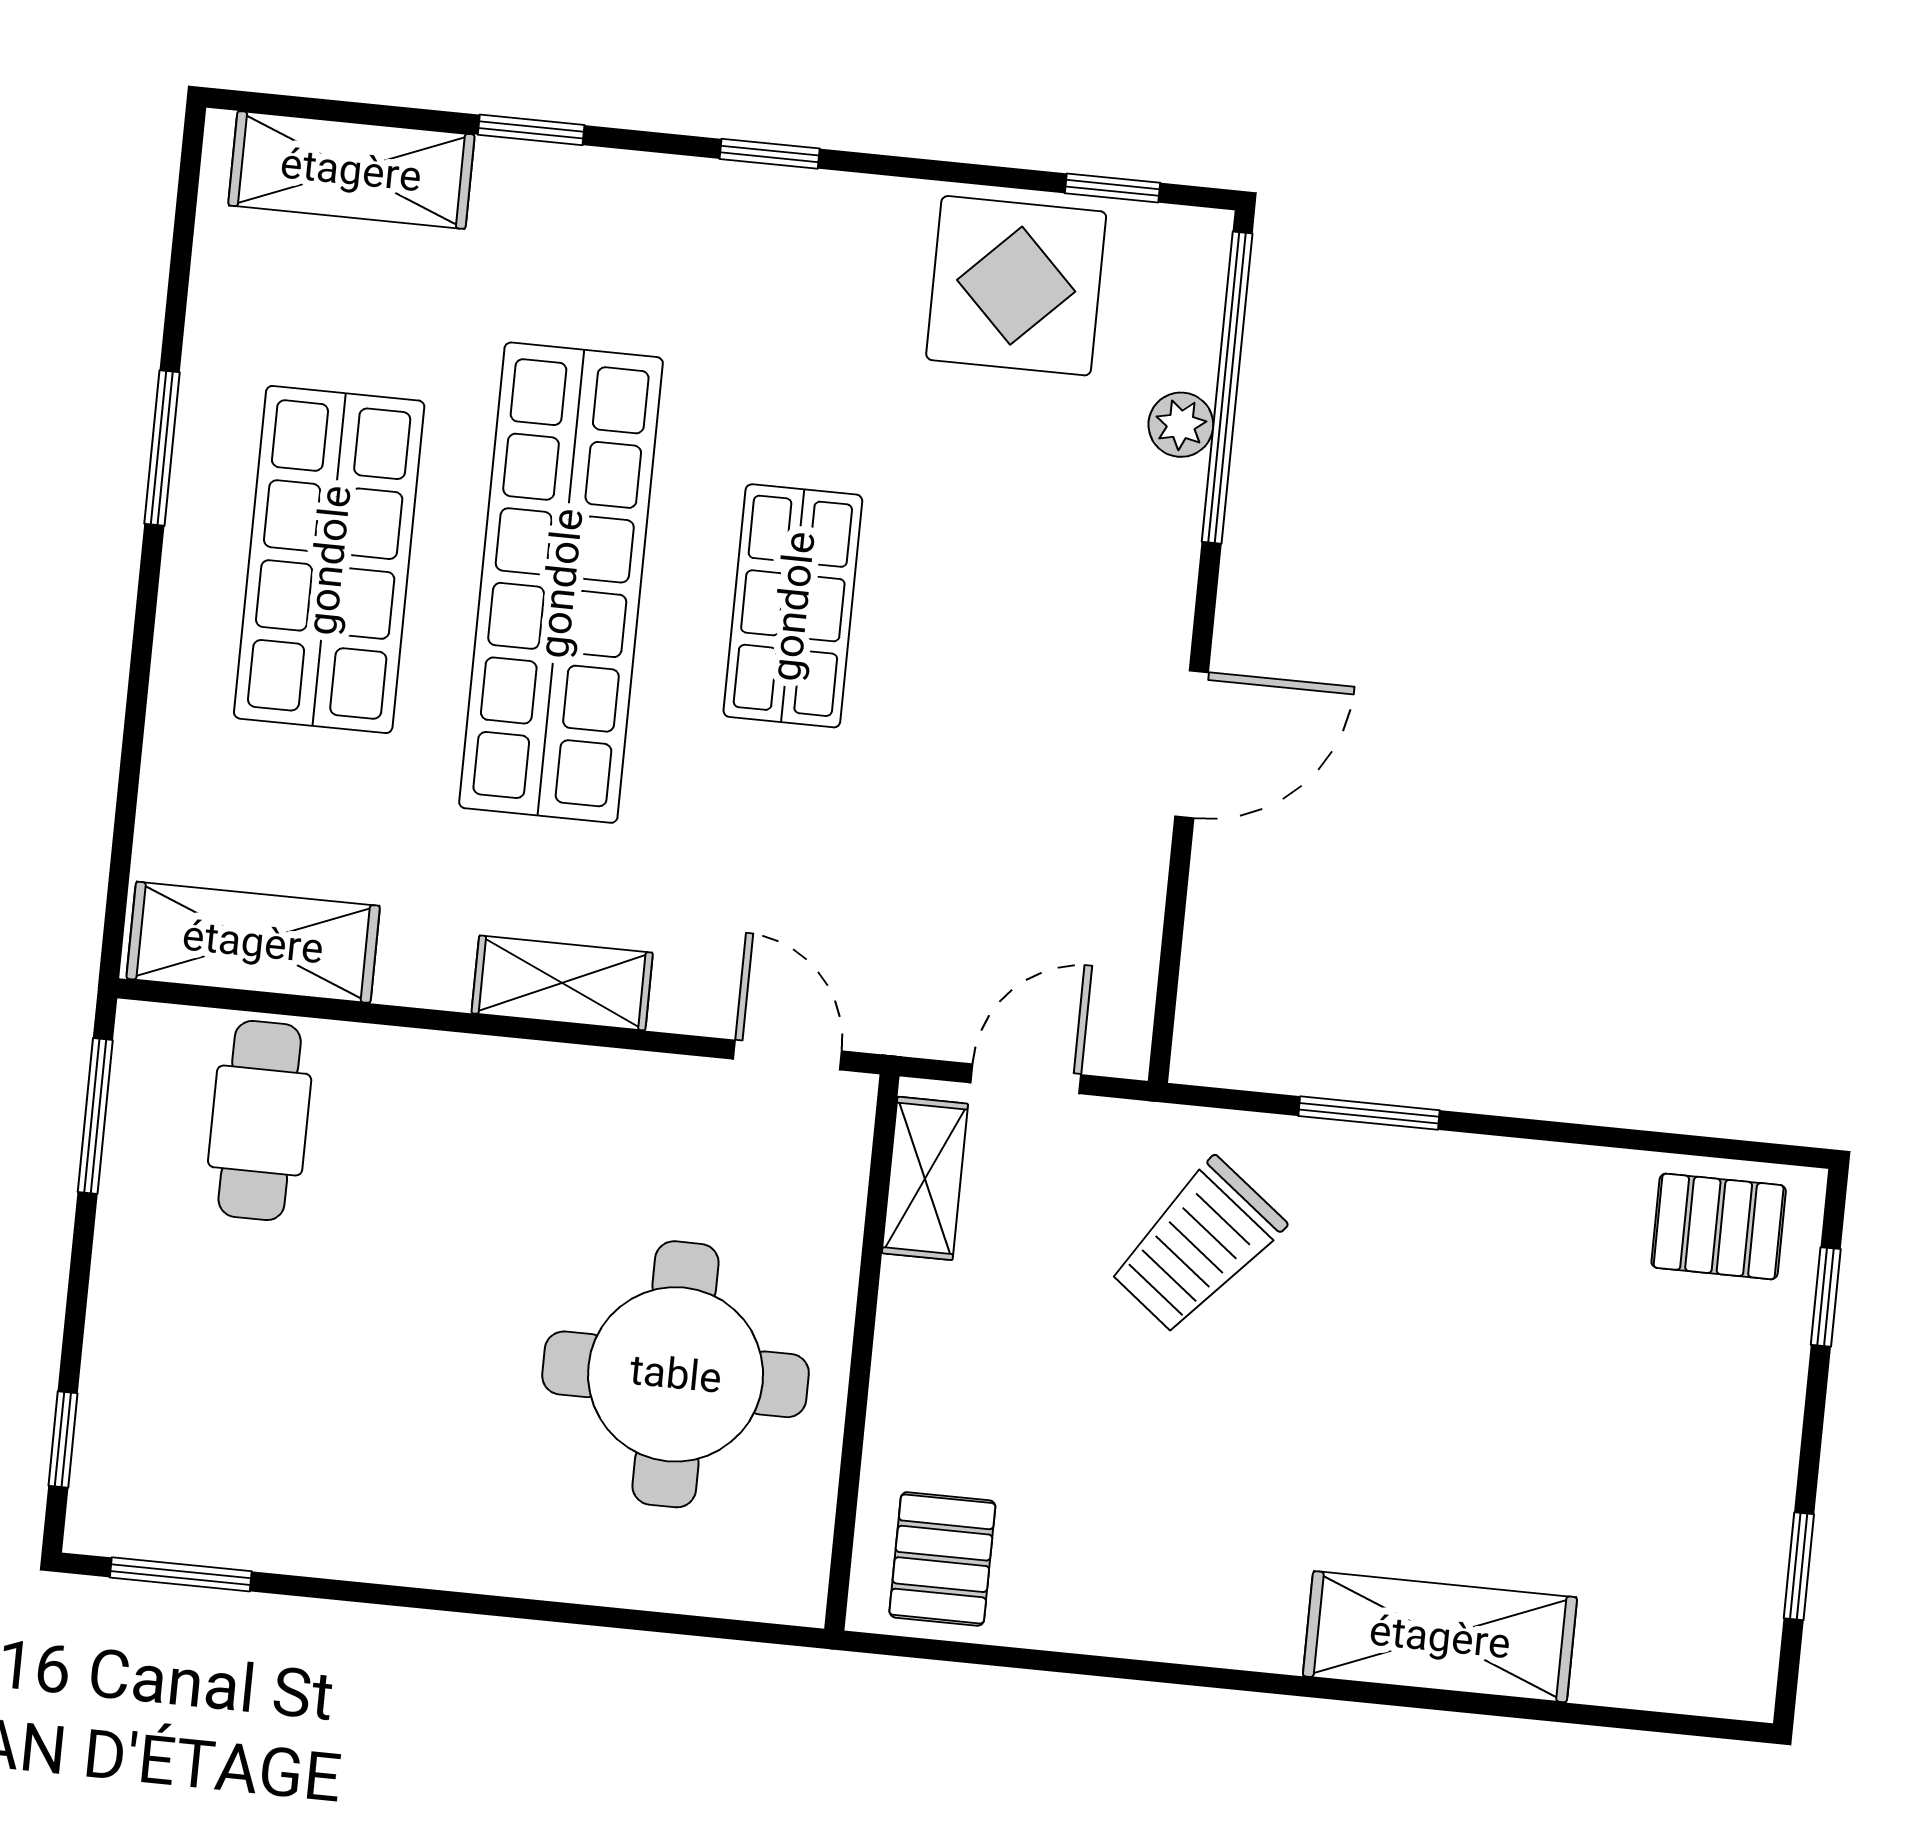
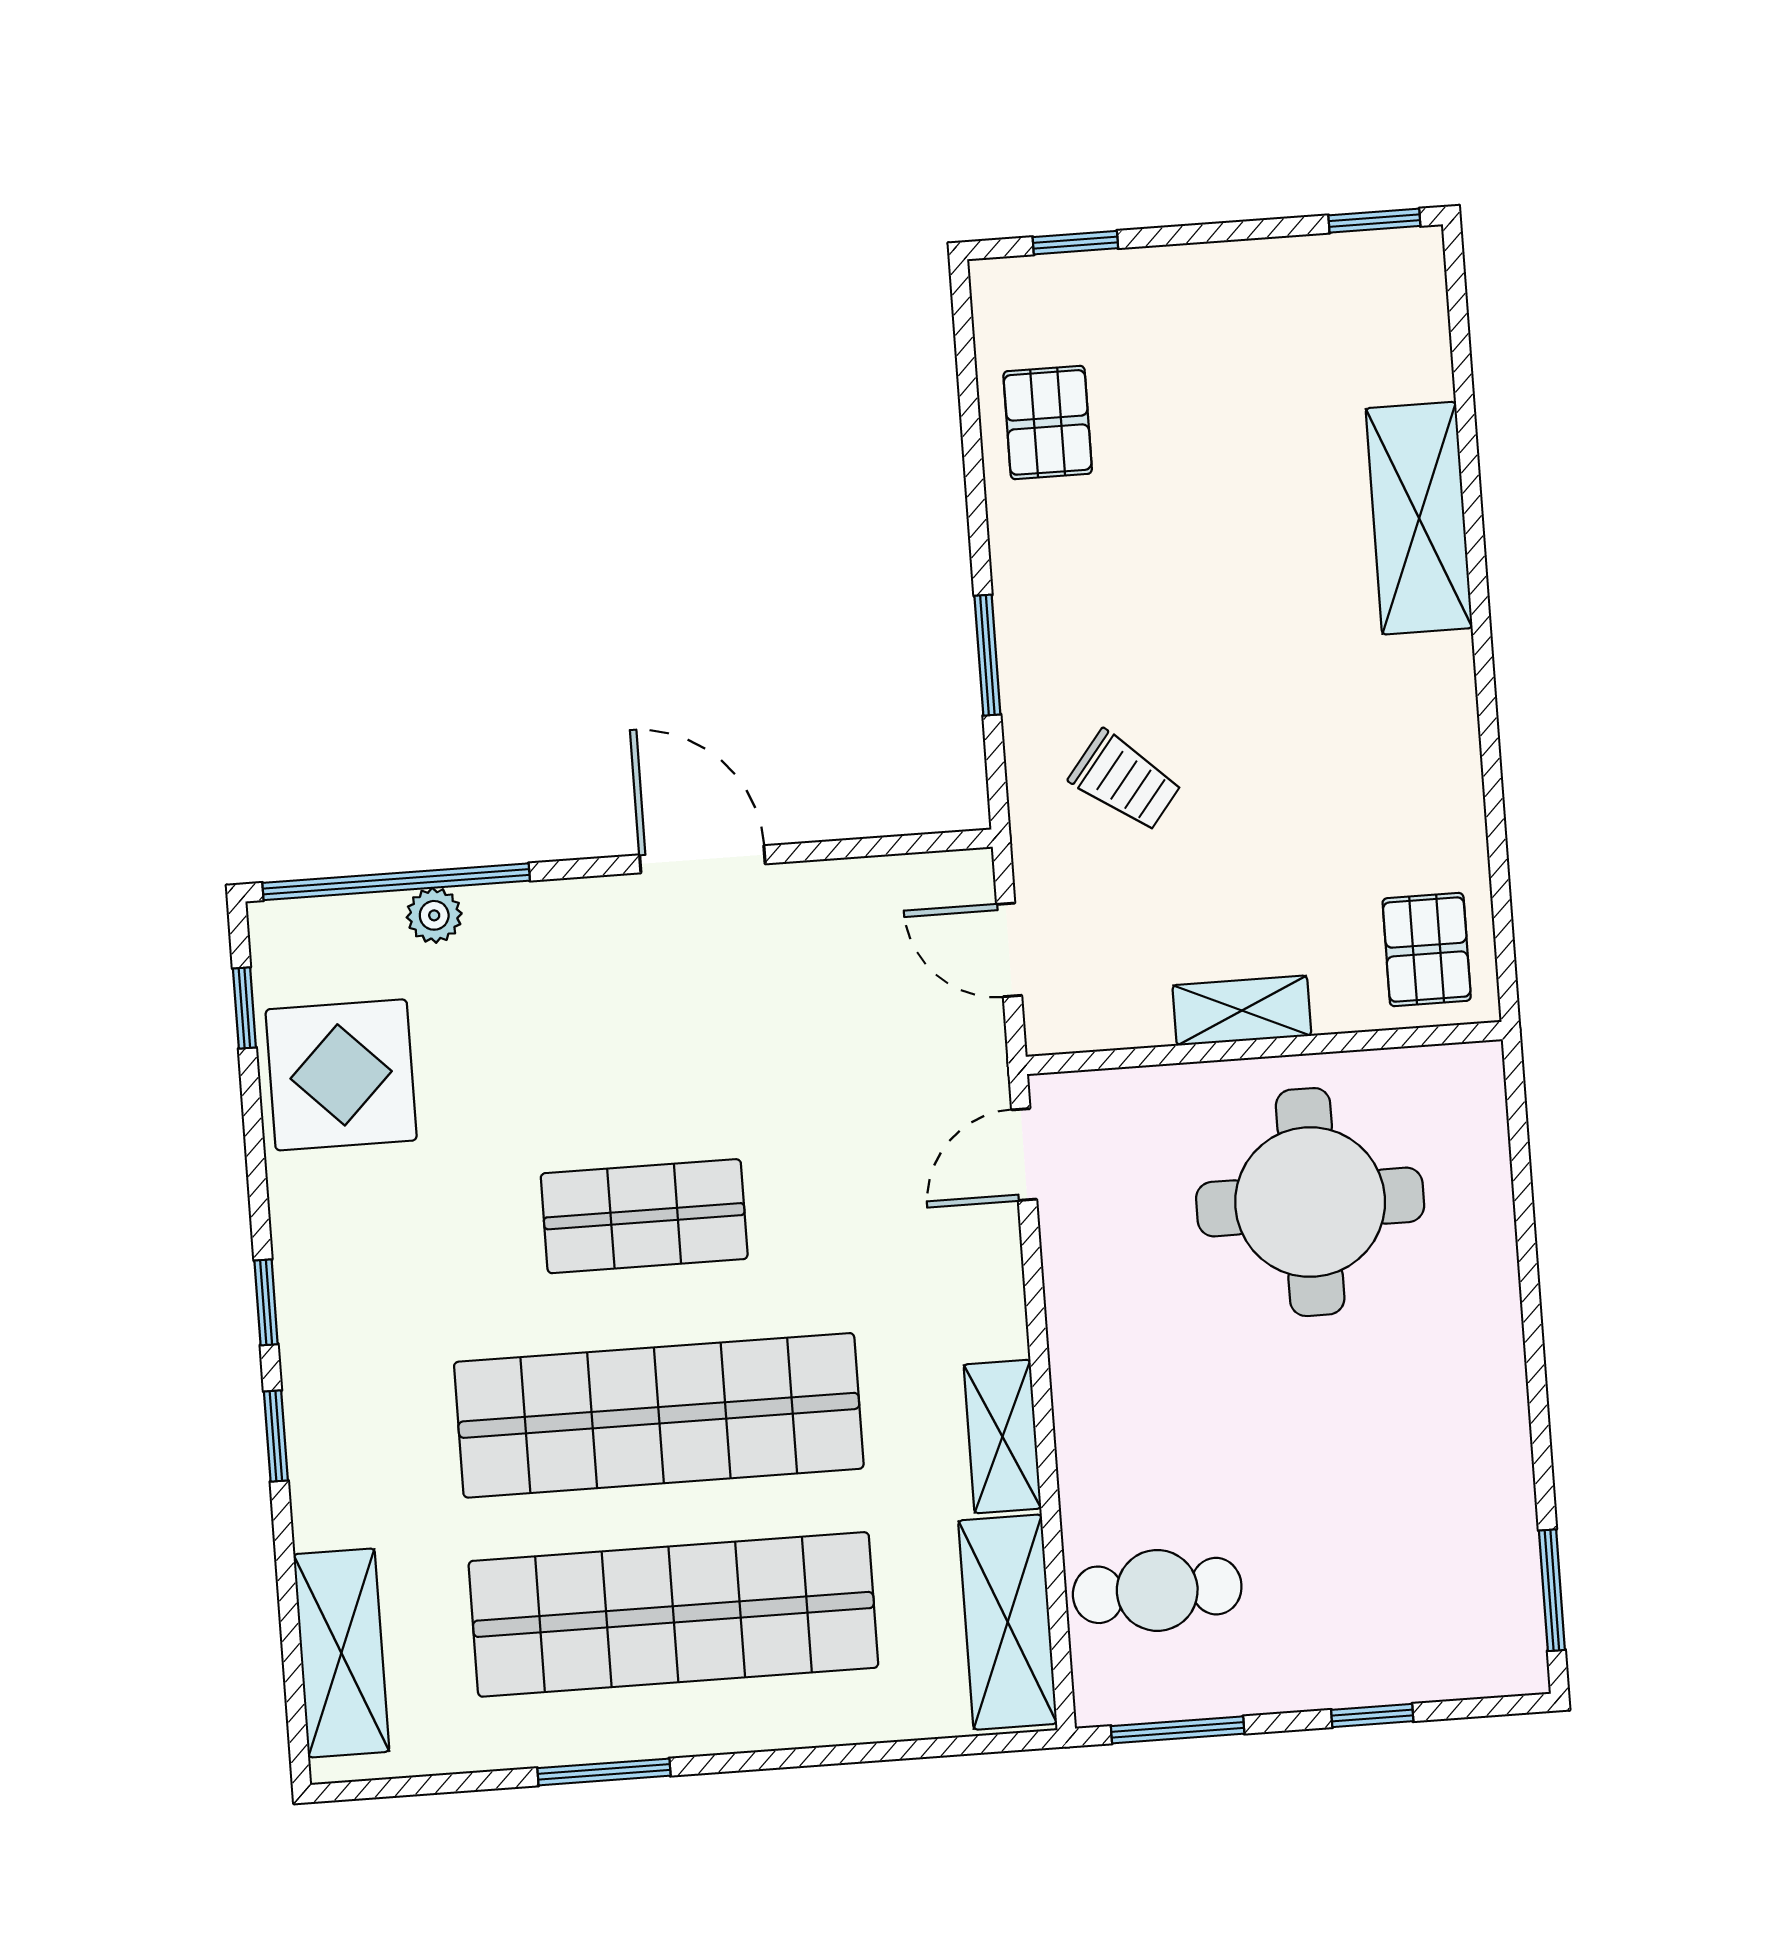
window: (531, 130) -> (276, 1436), moved
shop shelf: (329, 560) -> (673, 1614), width x1.40
shelving: (562, 983) -> (1002, 1436), moved
shelving: (925, 1178) -> (1242, 1011), moved
pallet: (1719, 1226) -> (1048, 422), moved
trolley: (1197, 1246) -> (1125, 781), width x0.73, depth x0.72
window: (63, 1439) -> (1372, 1716), moved
pallet: (942, 1559) -> (1427, 950), turned 90
window: (1799, 1566) -> (1374, 221), moved

